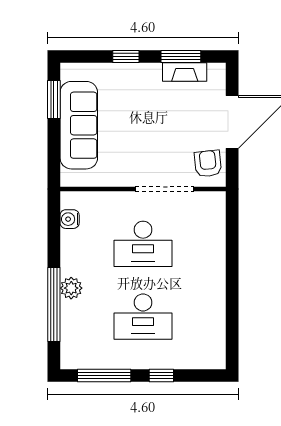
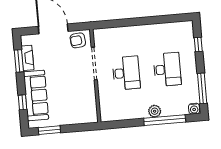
window: (126, 57) -> (23, 102), moved
sofa: (79, 125) -> (36, 95), moved, turned 90
water cooler: (70, 219) -> (194, 109), moved
window: (161, 375) -> (198, 44), moved

